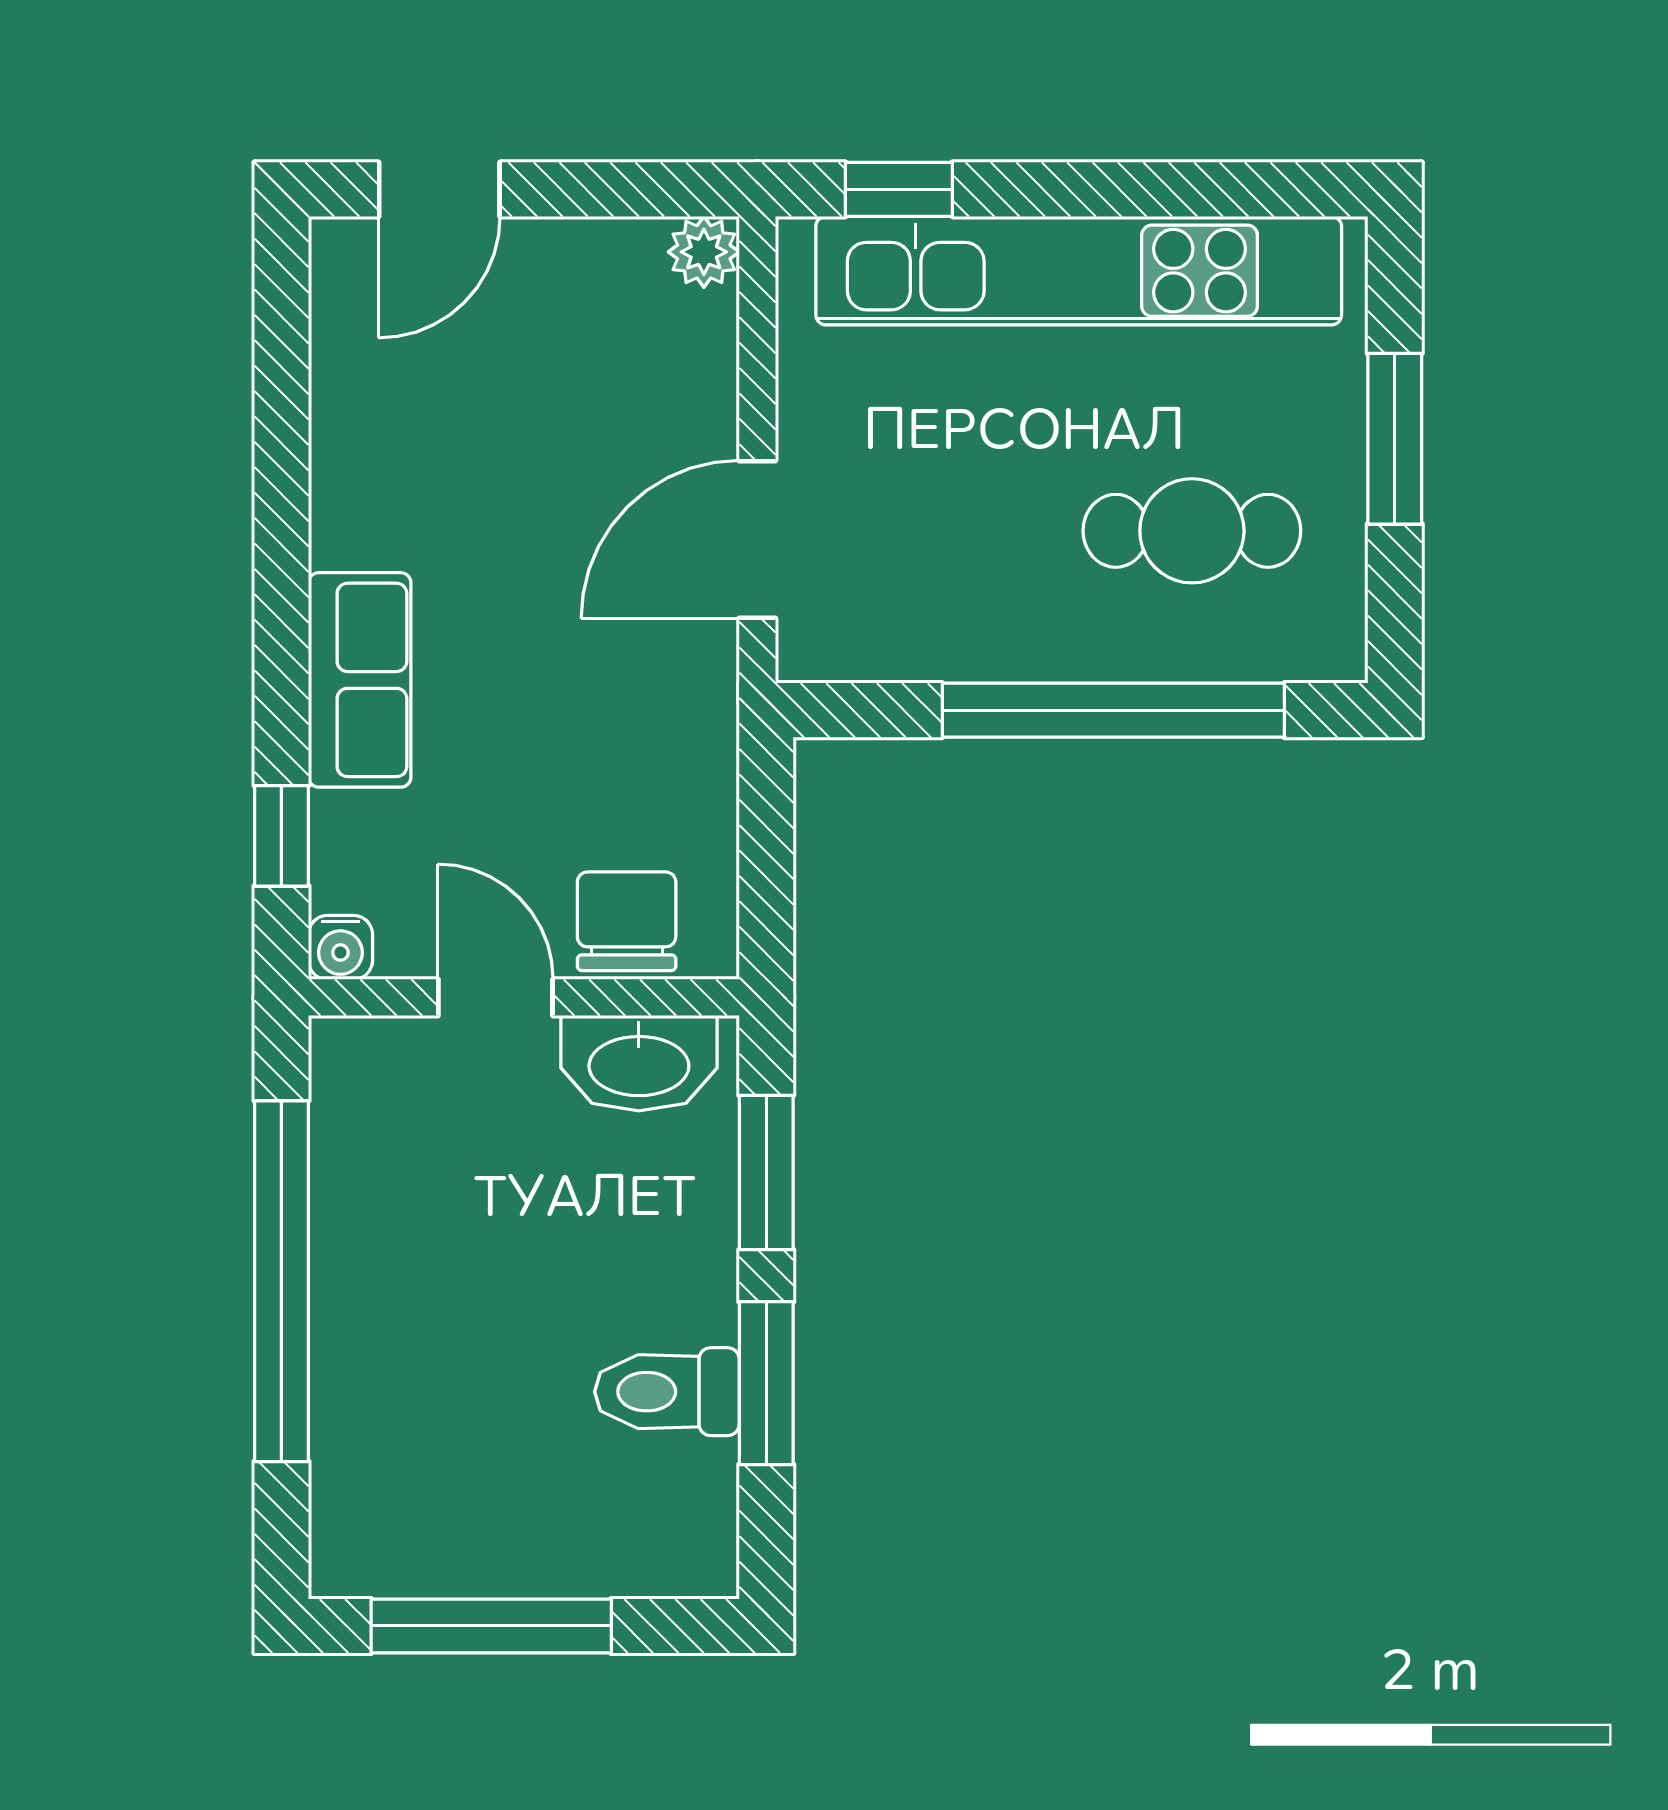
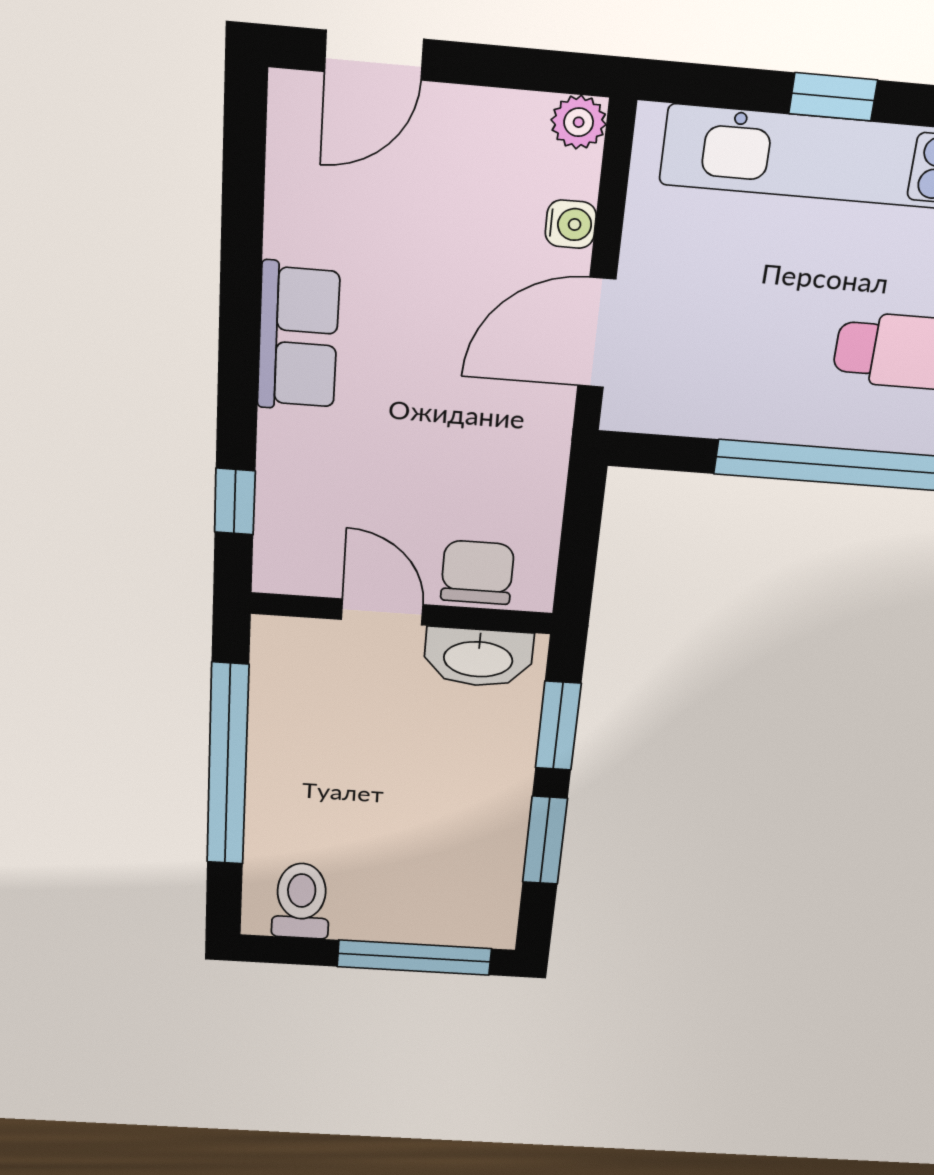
window: (899, 189) -> (833, 97), moved
row of seats: (360, 680) -> (298, 337), moved
water cooler: (340, 947) -> (571, 224), moved, turned -90
toilet: (667, 1392) -> (301, 901), moved, turned 90
window: (491, 1626) -> (414, 958), moved

